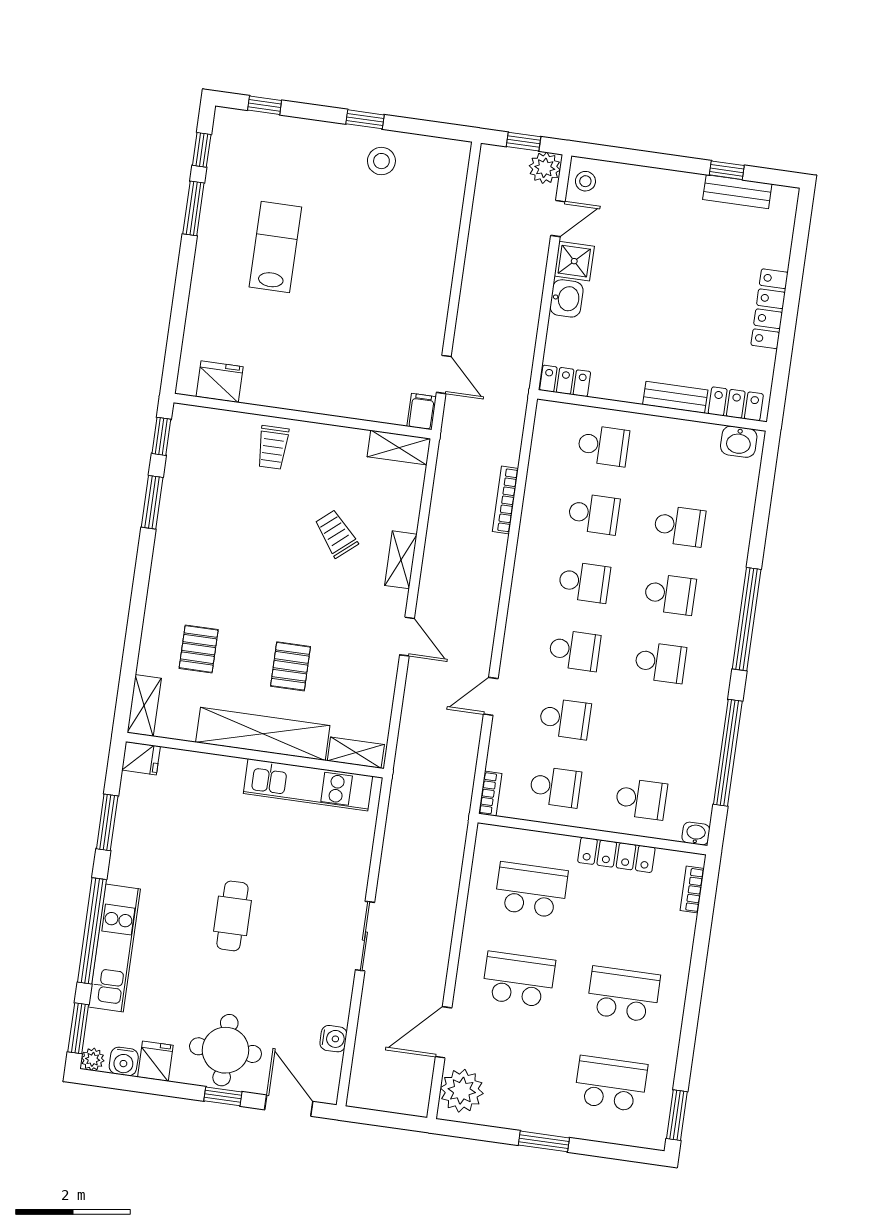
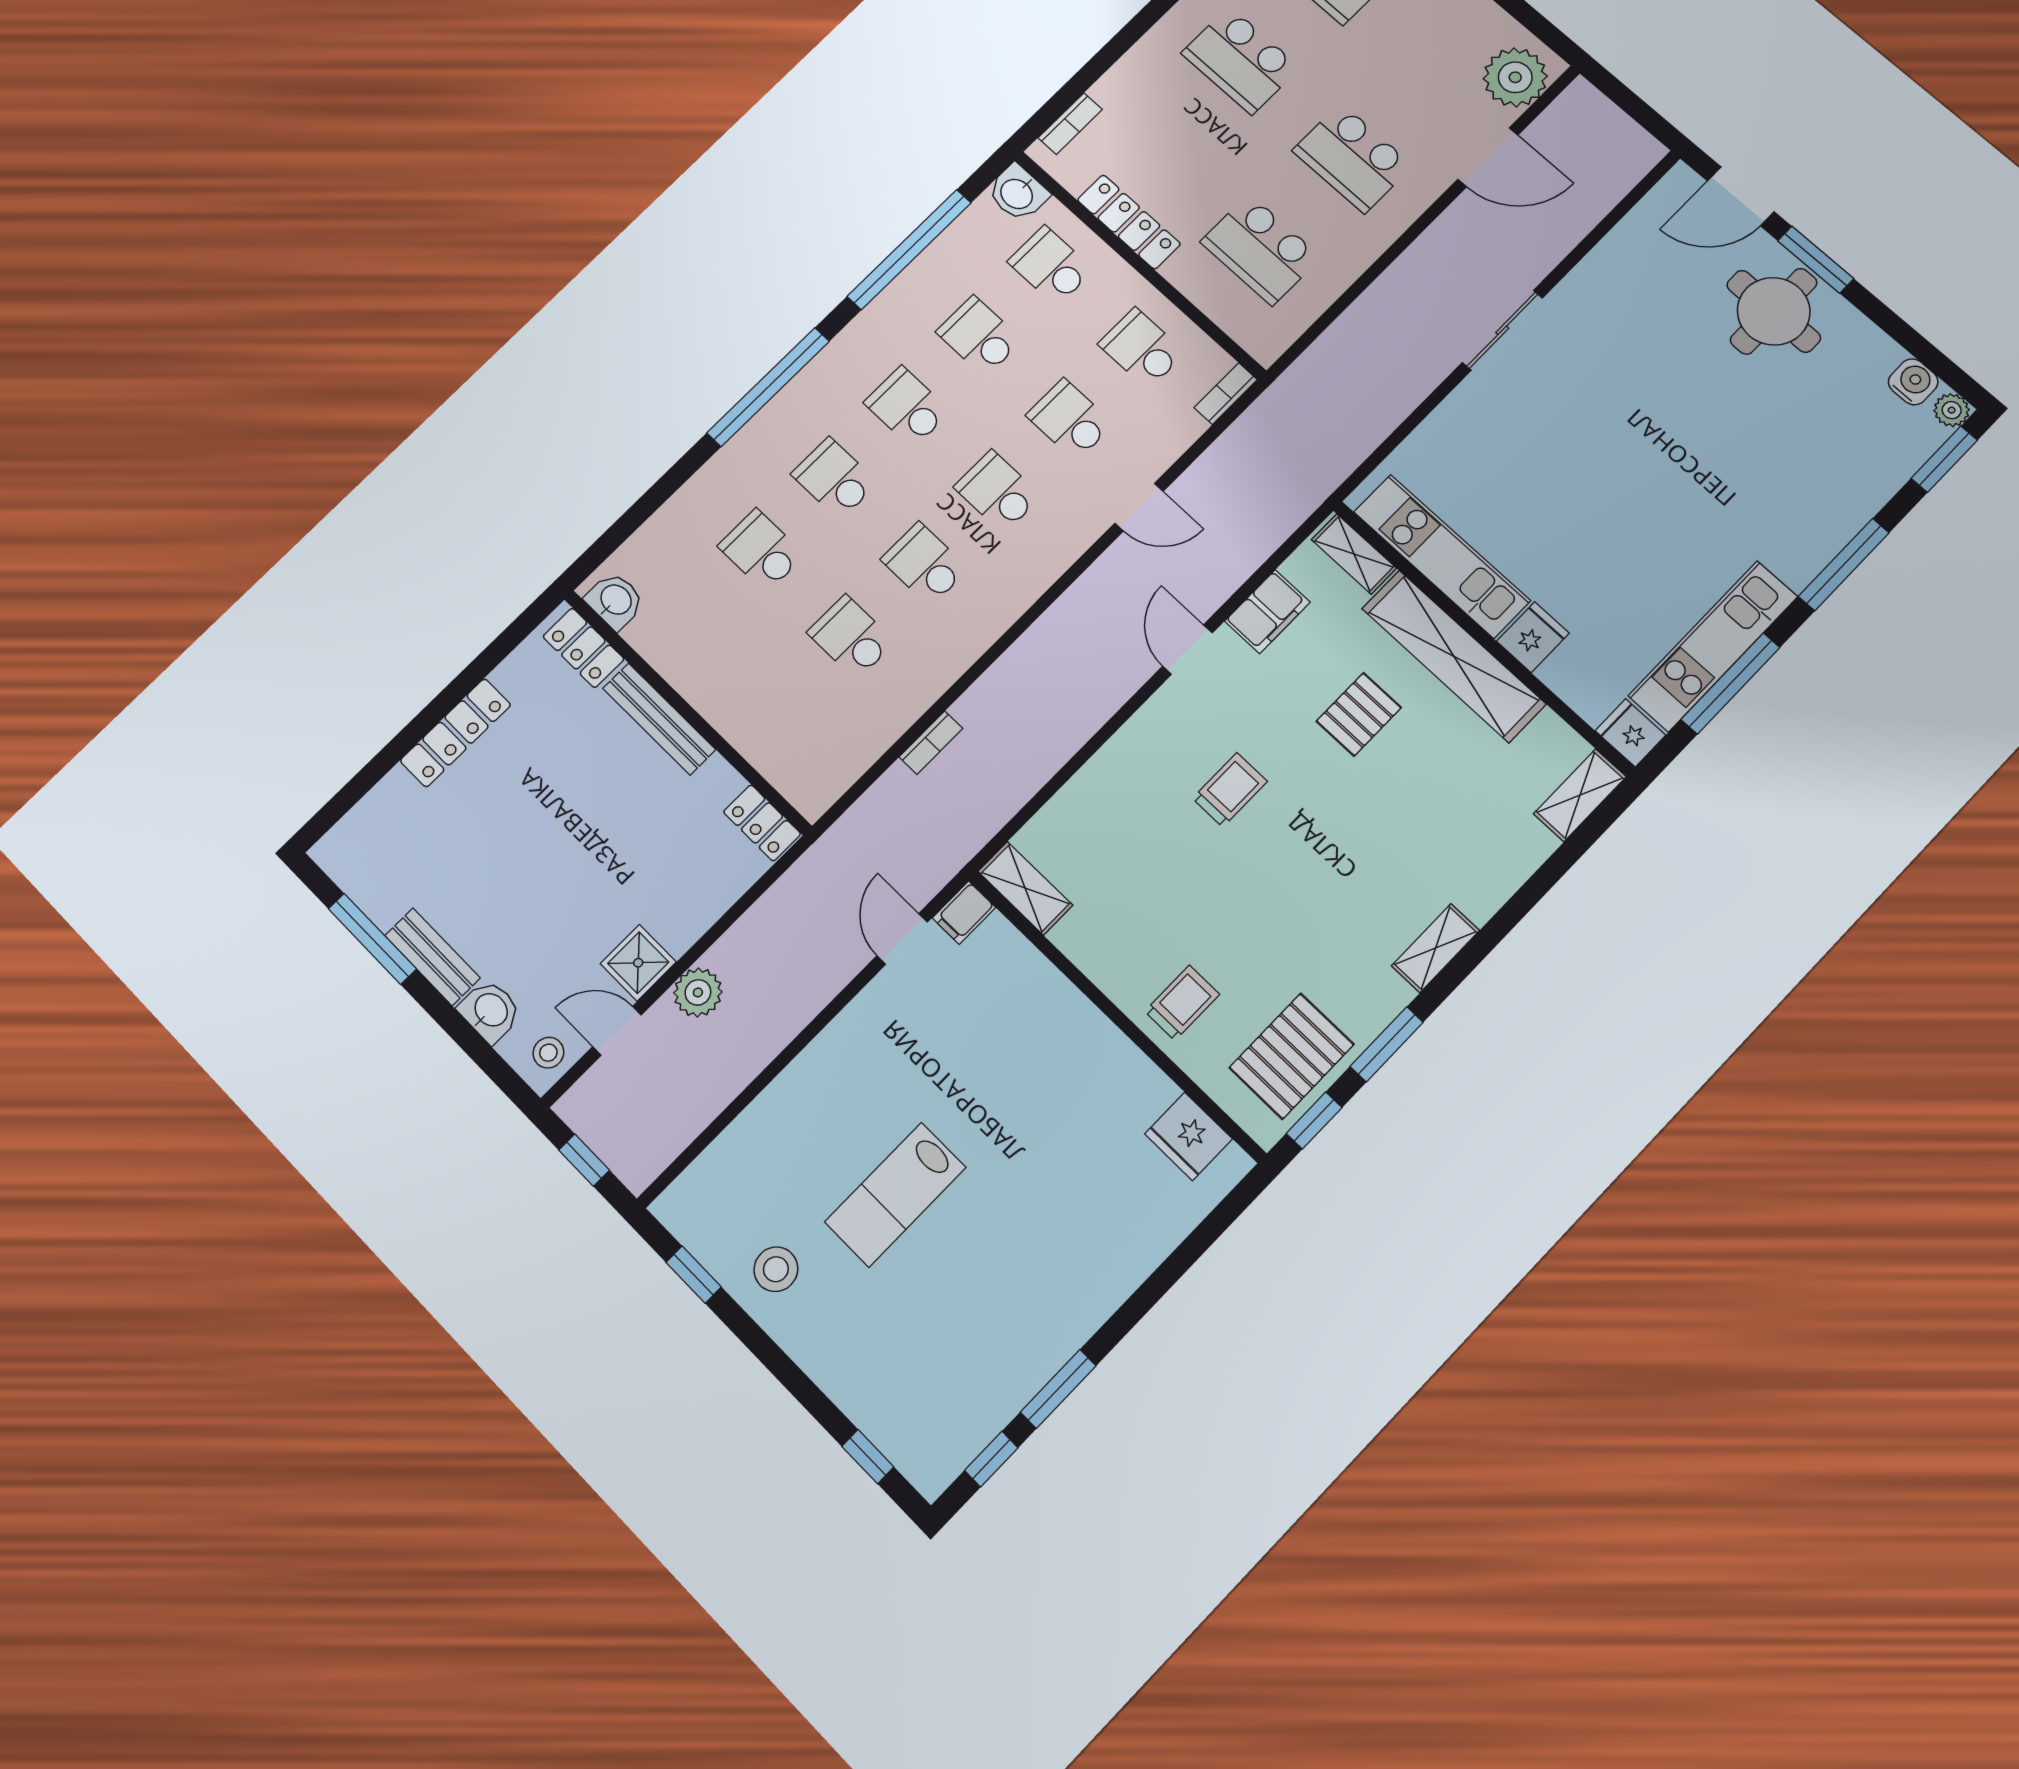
window: (365, 119) -> (694, 1275), moved
plant: (545, 168) -> (698, 992), moved
window: (727, 170) -> (372, 939), width x2.17
bench: (737, 192) -> (432, 957), moved
lab bench: (275, 247) -> (895, 1195), moved
washbasin: (566, 298) -> (490, 1011), moved, turned 90
bench: (675, 397) -> (659, 719), width x1.36
school desk: (603, 446) -> (979, 336), moved
bookcase: (506, 500) -> (931, 743), width x0.64
trolley: (336, 534) -> (1230, 790), moved, turned -140
shelving: (401, 560) -> (1435, 948), moved
pallet: (199, 649) -> (1292, 1056), moved, width x1.50, depth x1.42
filing cabinet: (379, 688) -> (1267, 612), added
window: (107, 822) -> (1730, 684), width x1.44
washbasin: (696, 834) -> (1018, 193), width x1.38, depth x1.45
cafe table: (232, 916) -> (1651, 463), removed
window: (92, 931) -> (1844, 565), width x0.68
kitchen unit: (114, 948) -> (1713, 646), moved
water cooler: (333, 1039) -> (1629, 237), removed
fridge: (155, 1061) -> (1533, 637), moved, turned 180
window: (223, 1096) -> (1816, 260), width x1.50
door: (289, 1106) -> (1741, 196), hinge flipped

